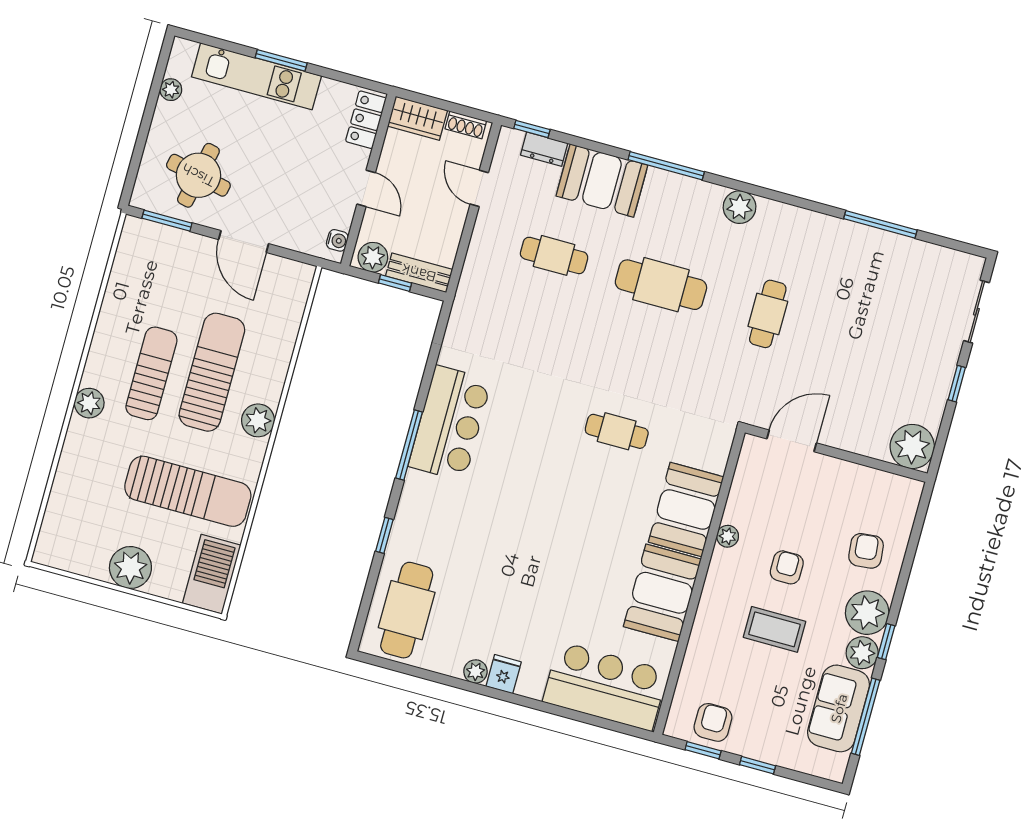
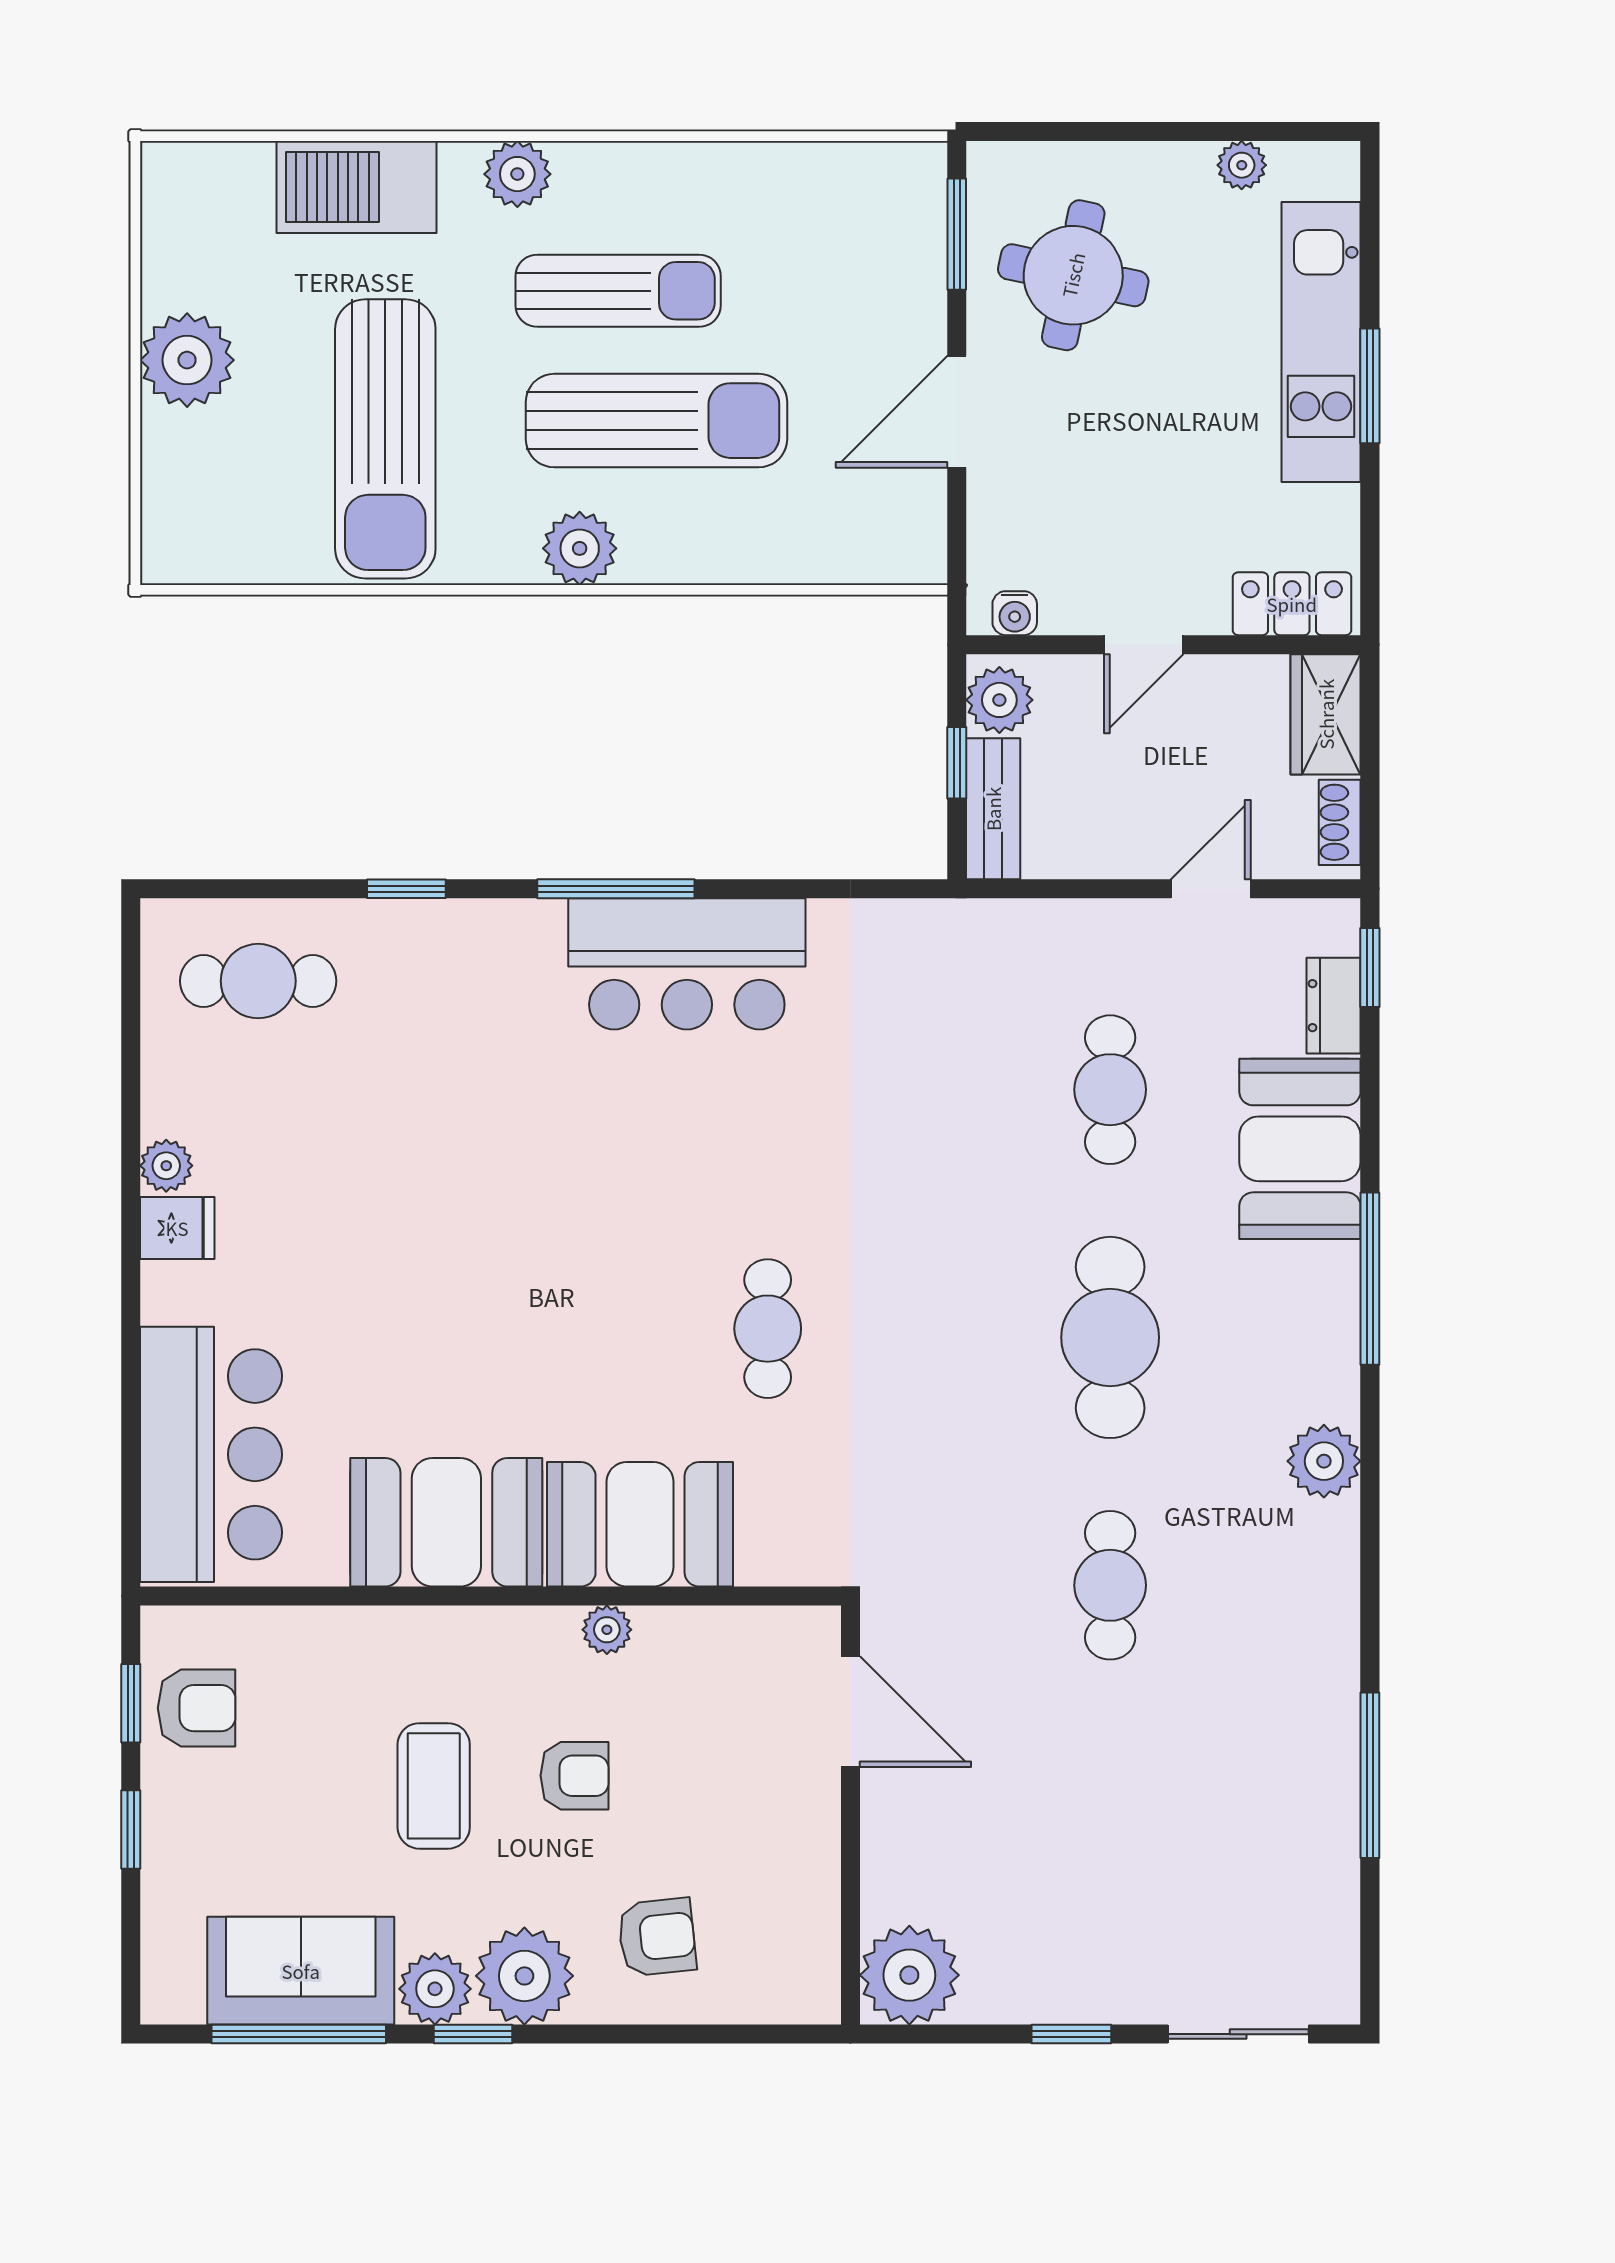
cafe table: (768, 314) -> (1110, 1585), turned 90
barbecue: (212, 574) -> (357, 187), moved, turned 180
cafe table: (407, 610) -> (258, 981), width x0.73, depth x0.74

